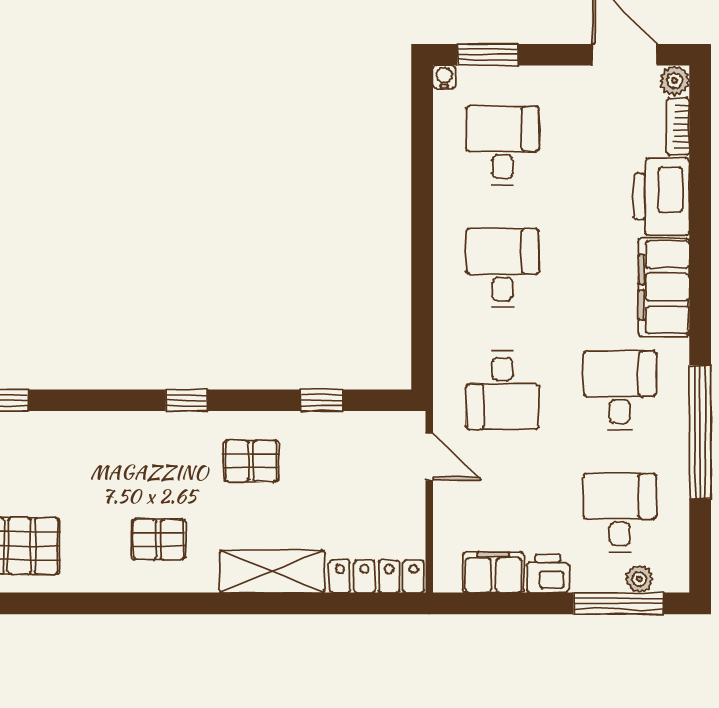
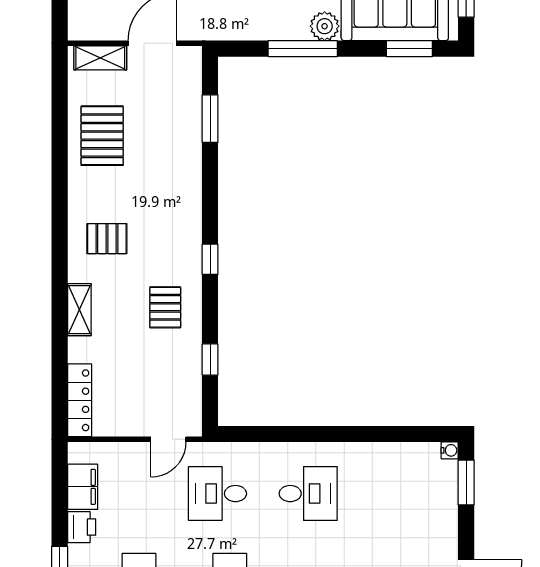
desk: (503, 145) -> (399, 494), removed
pallet: (159, 539) -> (107, 239), turned 90
shelving: (272, 572) -> (79, 310), width x0.67, depth x0.75

